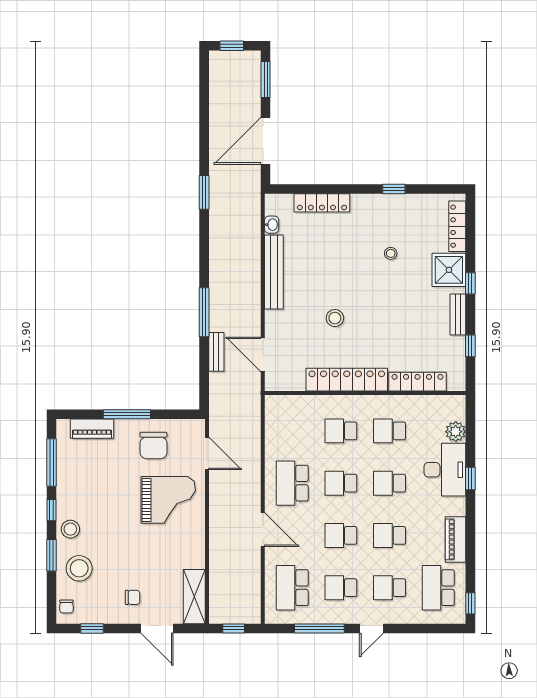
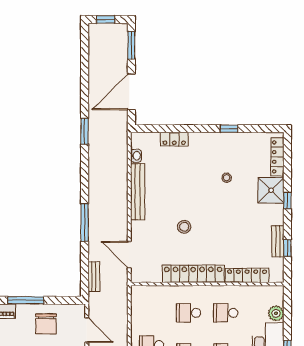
locker: (322, 203) -> (174, 139), width x0.66
bench: (458, 314) -> (278, 241), moved
bench: (216, 352) -> (94, 277), moved

